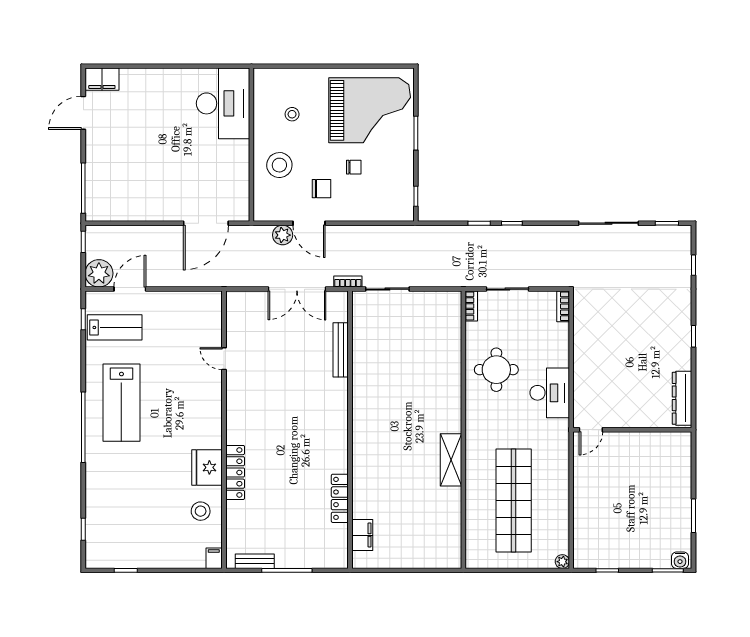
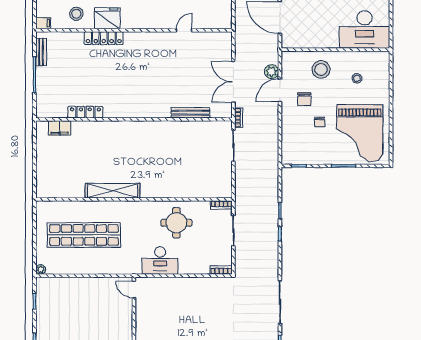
shelving: (451, 460) -> (113, 191), width x1.47

